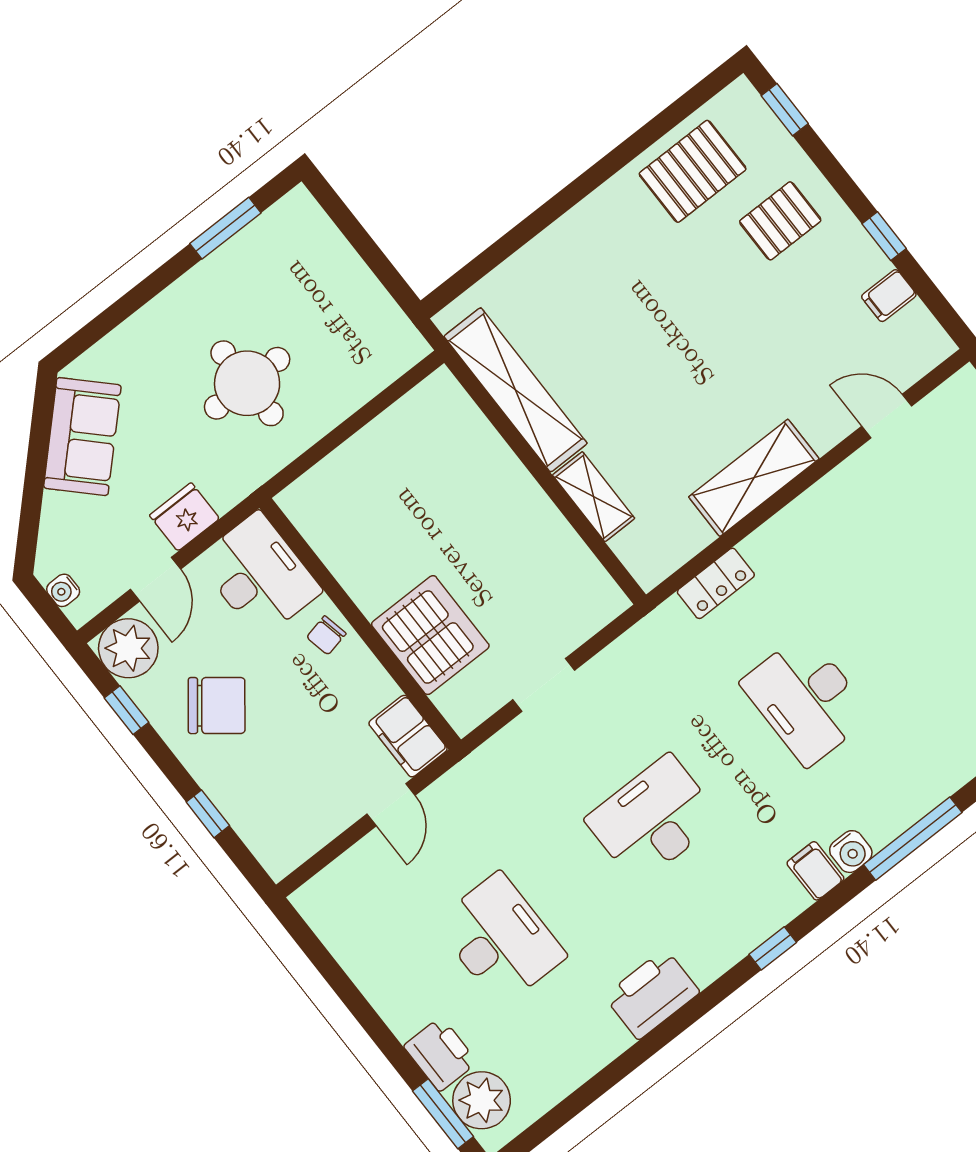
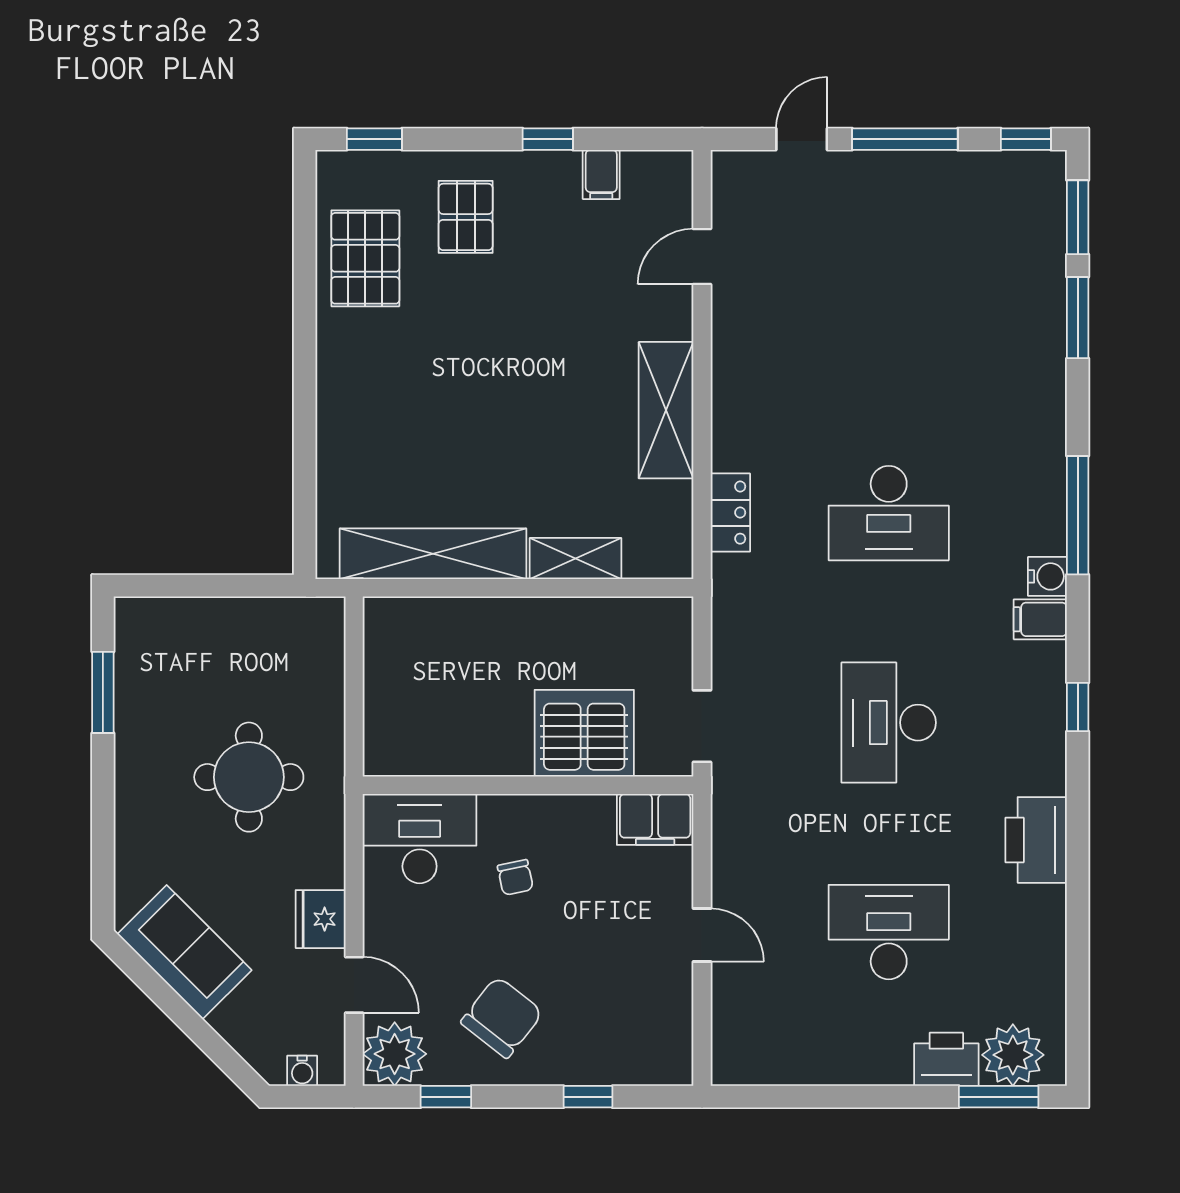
desk: (259, 575) -> (420, 839), moved
wall: (360, 624) -> (528, 785), moved
server rack: (430, 635) -> (584, 733), moved
filing cabinet: (408, 736) -> (655, 819), moved

